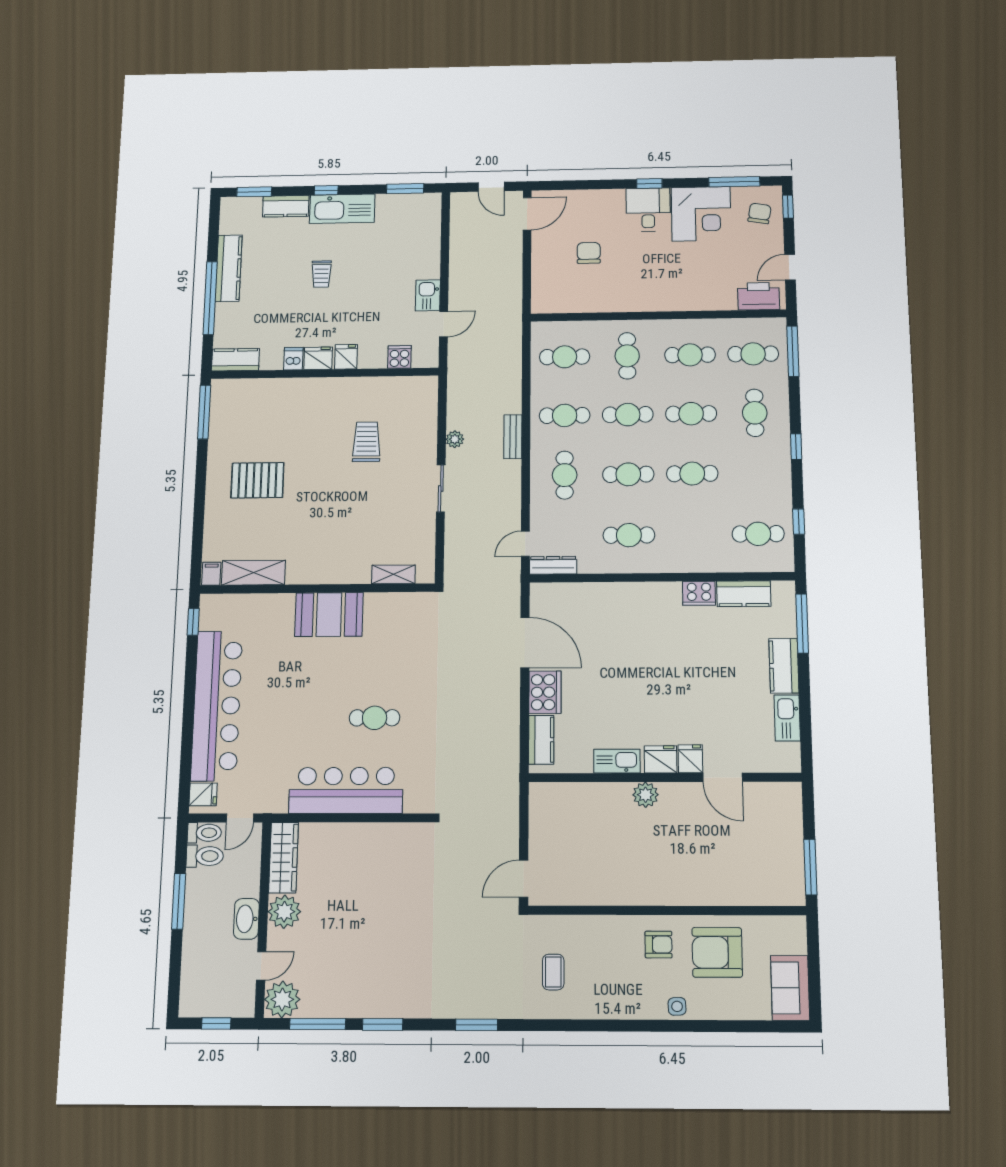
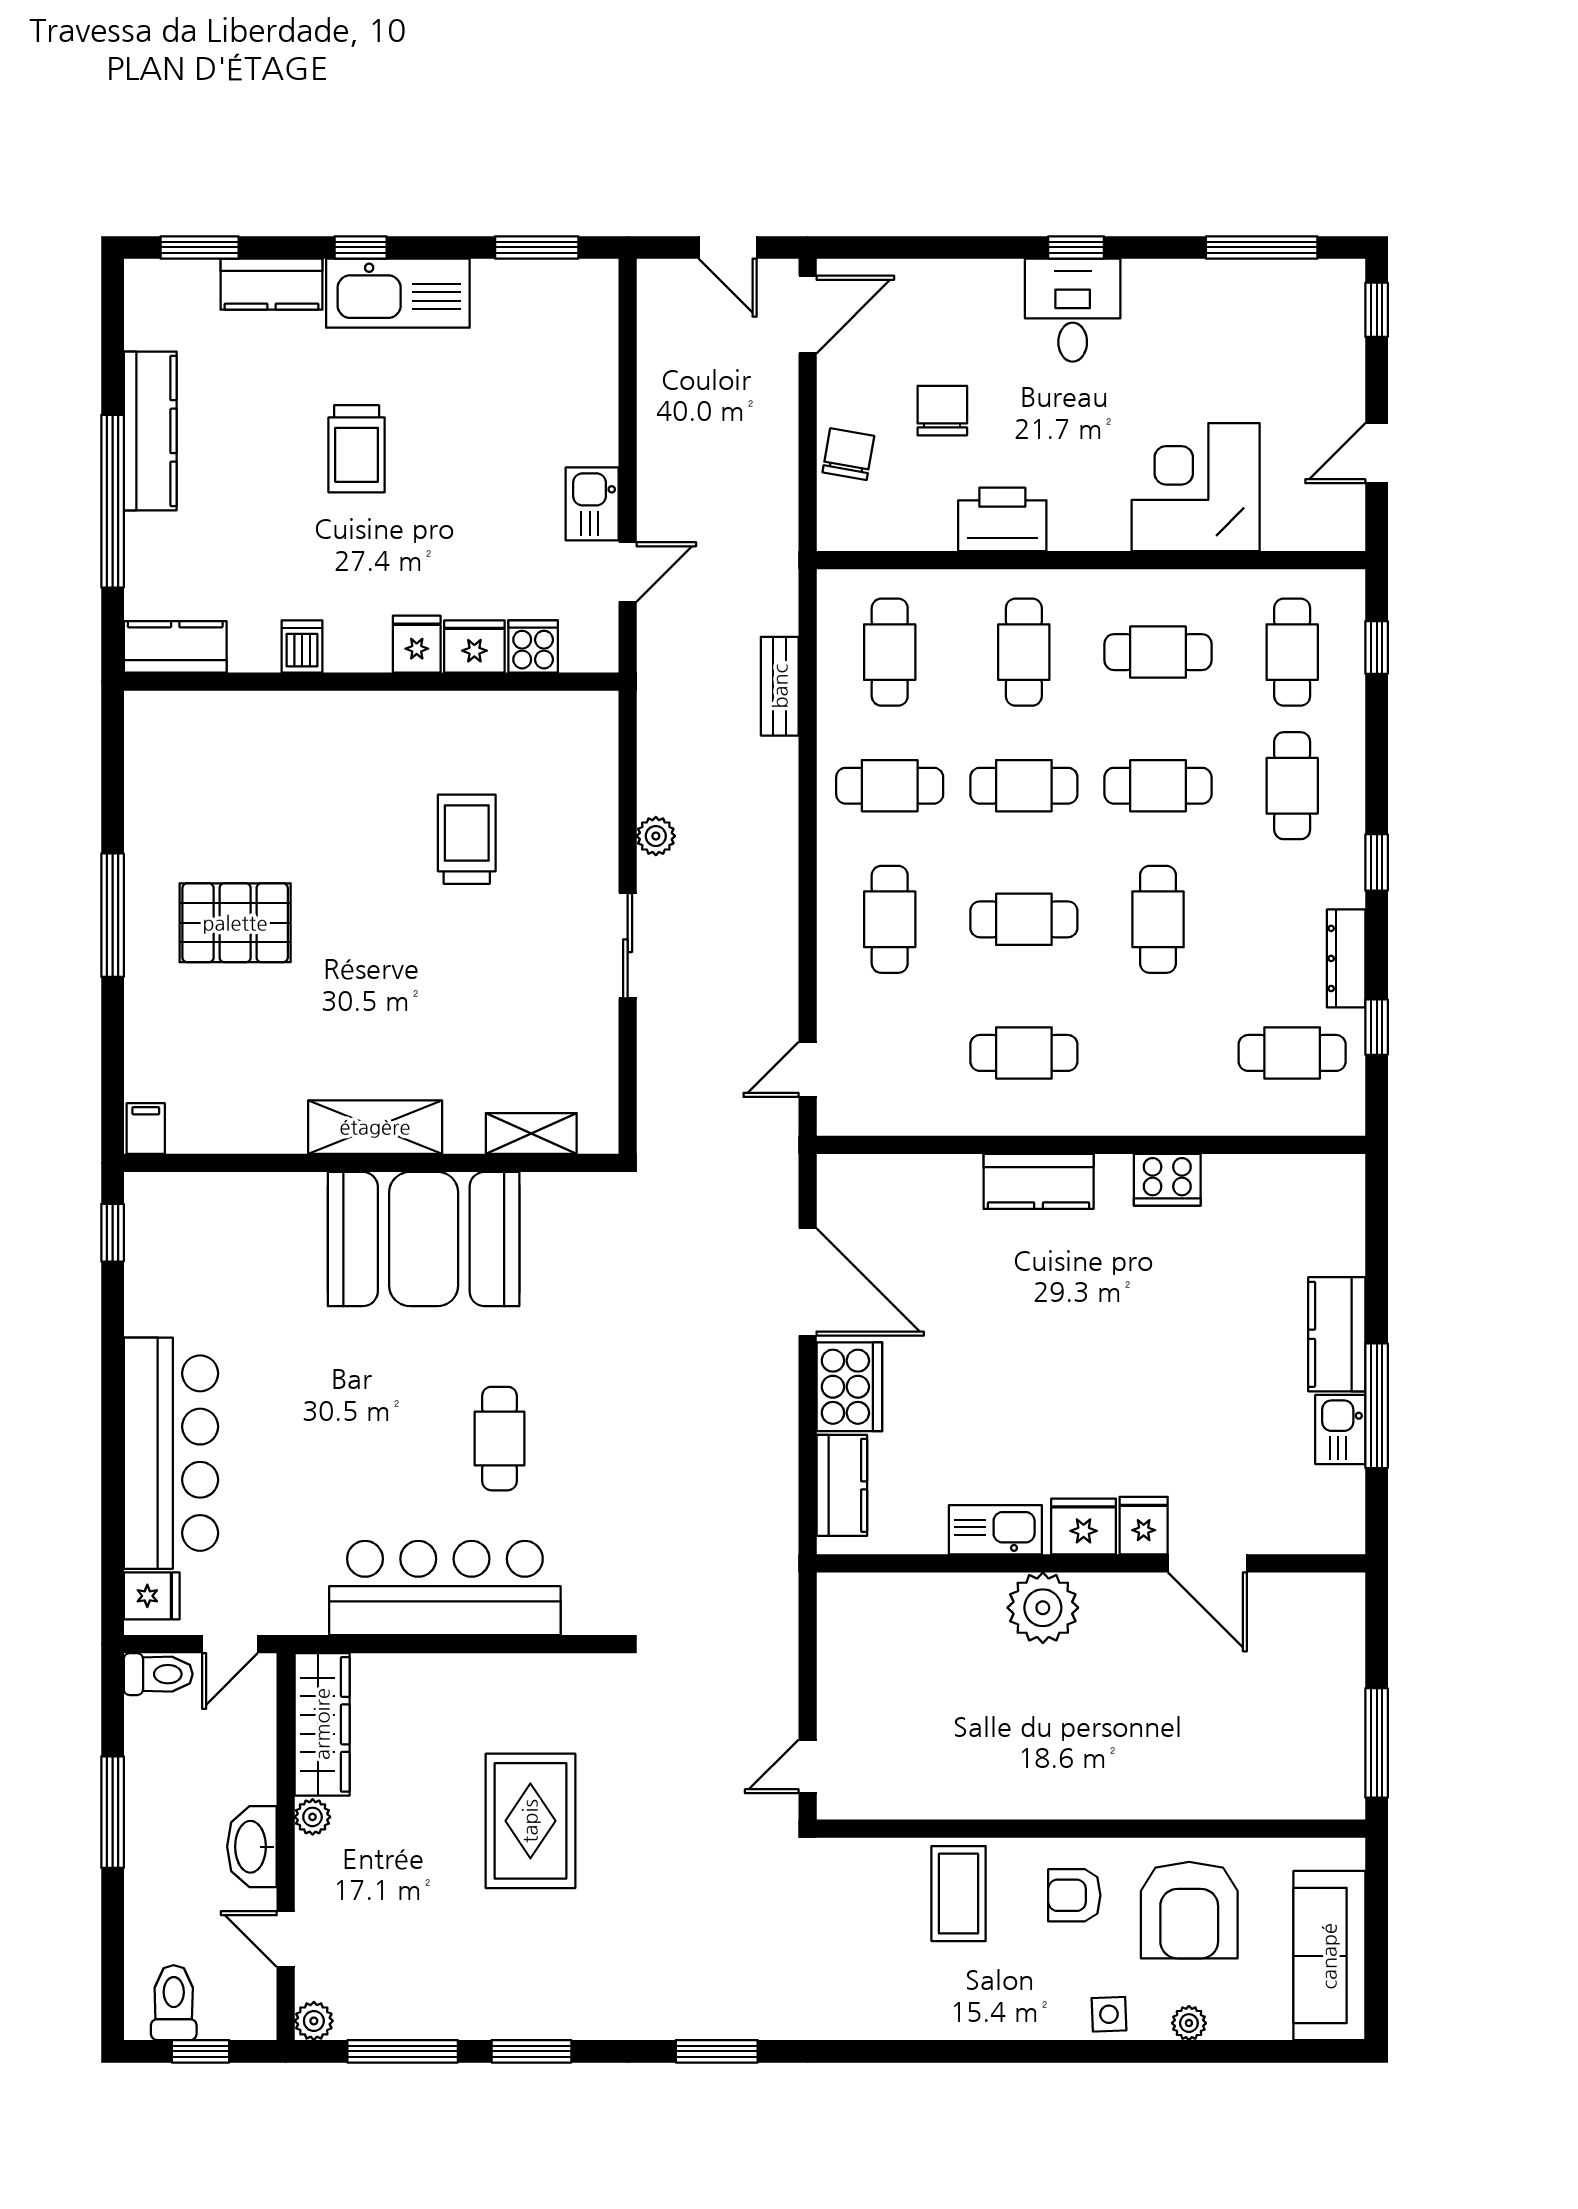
chair: (759, 213) -> (848, 454), moved
corner desk: (701, 214) -> (1196, 487), moved, turned 180
trolley: (321, 274) -> (357, 449), width x1.36, depth x1.39
printer: (759, 296) -> (1002, 519), moved
window: (793, 351) -> (1377, 647), width x0.46
cafe table: (753, 354) -> (1292, 652), turned 90
cafe table: (565, 357) -> (890, 652), turned 90
fridge: (318, 358) -> (474, 647), moved
window: (204, 412) -> (113, 915), moved
bench: (513, 437) -> (780, 686), moved
cafe table: (692, 474) -> (1158, 919), turned 90
dresser: (553, 565) -> (1346, 958), moved, turned -90
shelving: (253, 573) -> (375, 1127), moved
kitchen counter: (744, 594) -> (1039, 1181), moved
booth: (329, 615) -> (424, 1239), width x1.36, depth x1.42
window: (802, 623) -> (1377, 1406), moved
bar counter: (217, 706) -> (171, 1453), width x0.73
cafe table: (375, 718) -> (500, 1439), turned 90
kitchen sink: (787, 718) -> (1340, 1430), width x0.73
plant: (646, 795) -> (1043, 1608), width x1.36, depth x1.36
toilet: (205, 856) -> (174, 2003), moved, turned -90
door: (524, 879) -> (808, 1766), width x0.73
rug: (385, 906) -> (530, 1821), added
plant: (284, 912) -> (313, 1817), width x0.53, depth x0.53
armchair: (658, 945) -> (1074, 1895), turned 180
armchair: (717, 952) -> (1189, 1910), turned -90
door: (261, 966) -> (286, 1939), swing flipped
coffee table: (553, 972) -> (959, 1894), moved, width x1.36, depth x1.30
sofa: (790, 988) -> (1329, 1956), width x1.36
plant: (282, 999) -> (314, 2021), width x0.53, depth x0.53
plant: (718, 1011) -> (1189, 2023), added

